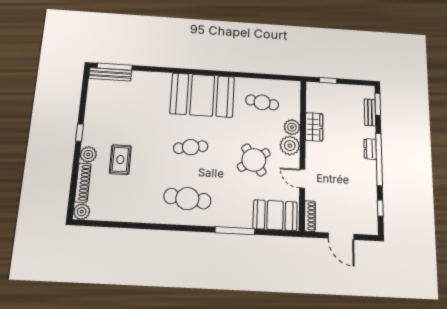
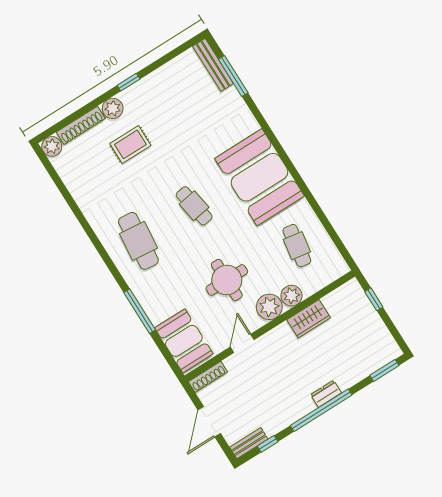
window: (115, 67) -> (233, 76), moved
bench: (370, 112) -> (249, 443), moved
round table: (254, 160) -> (227, 280), turned 34

